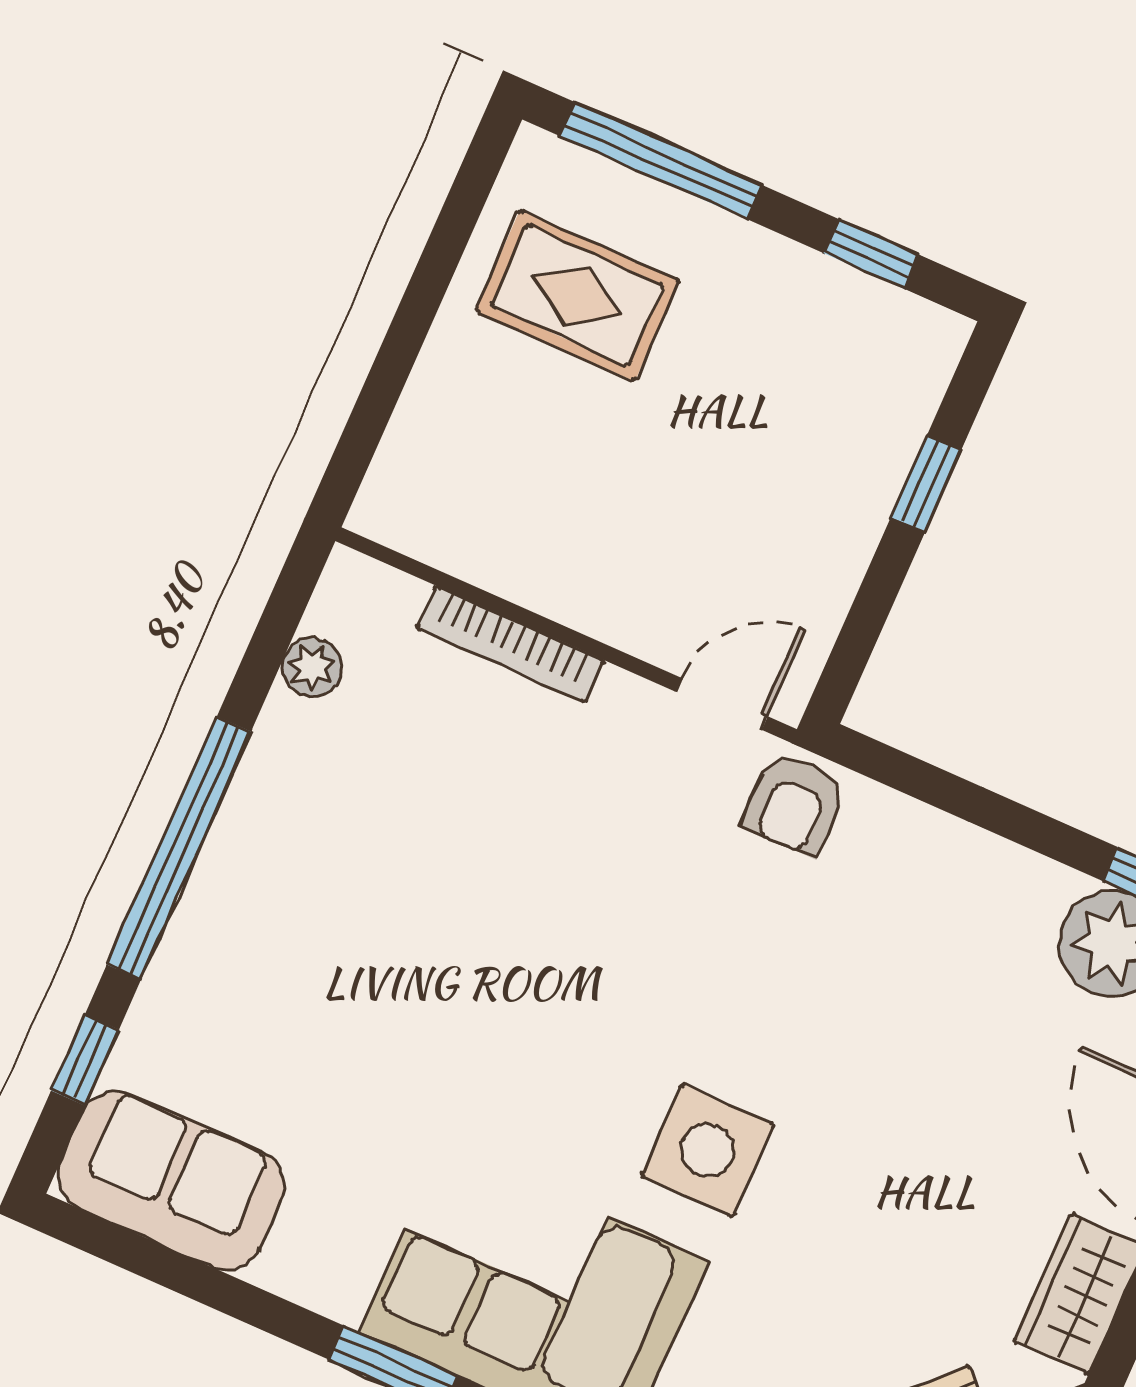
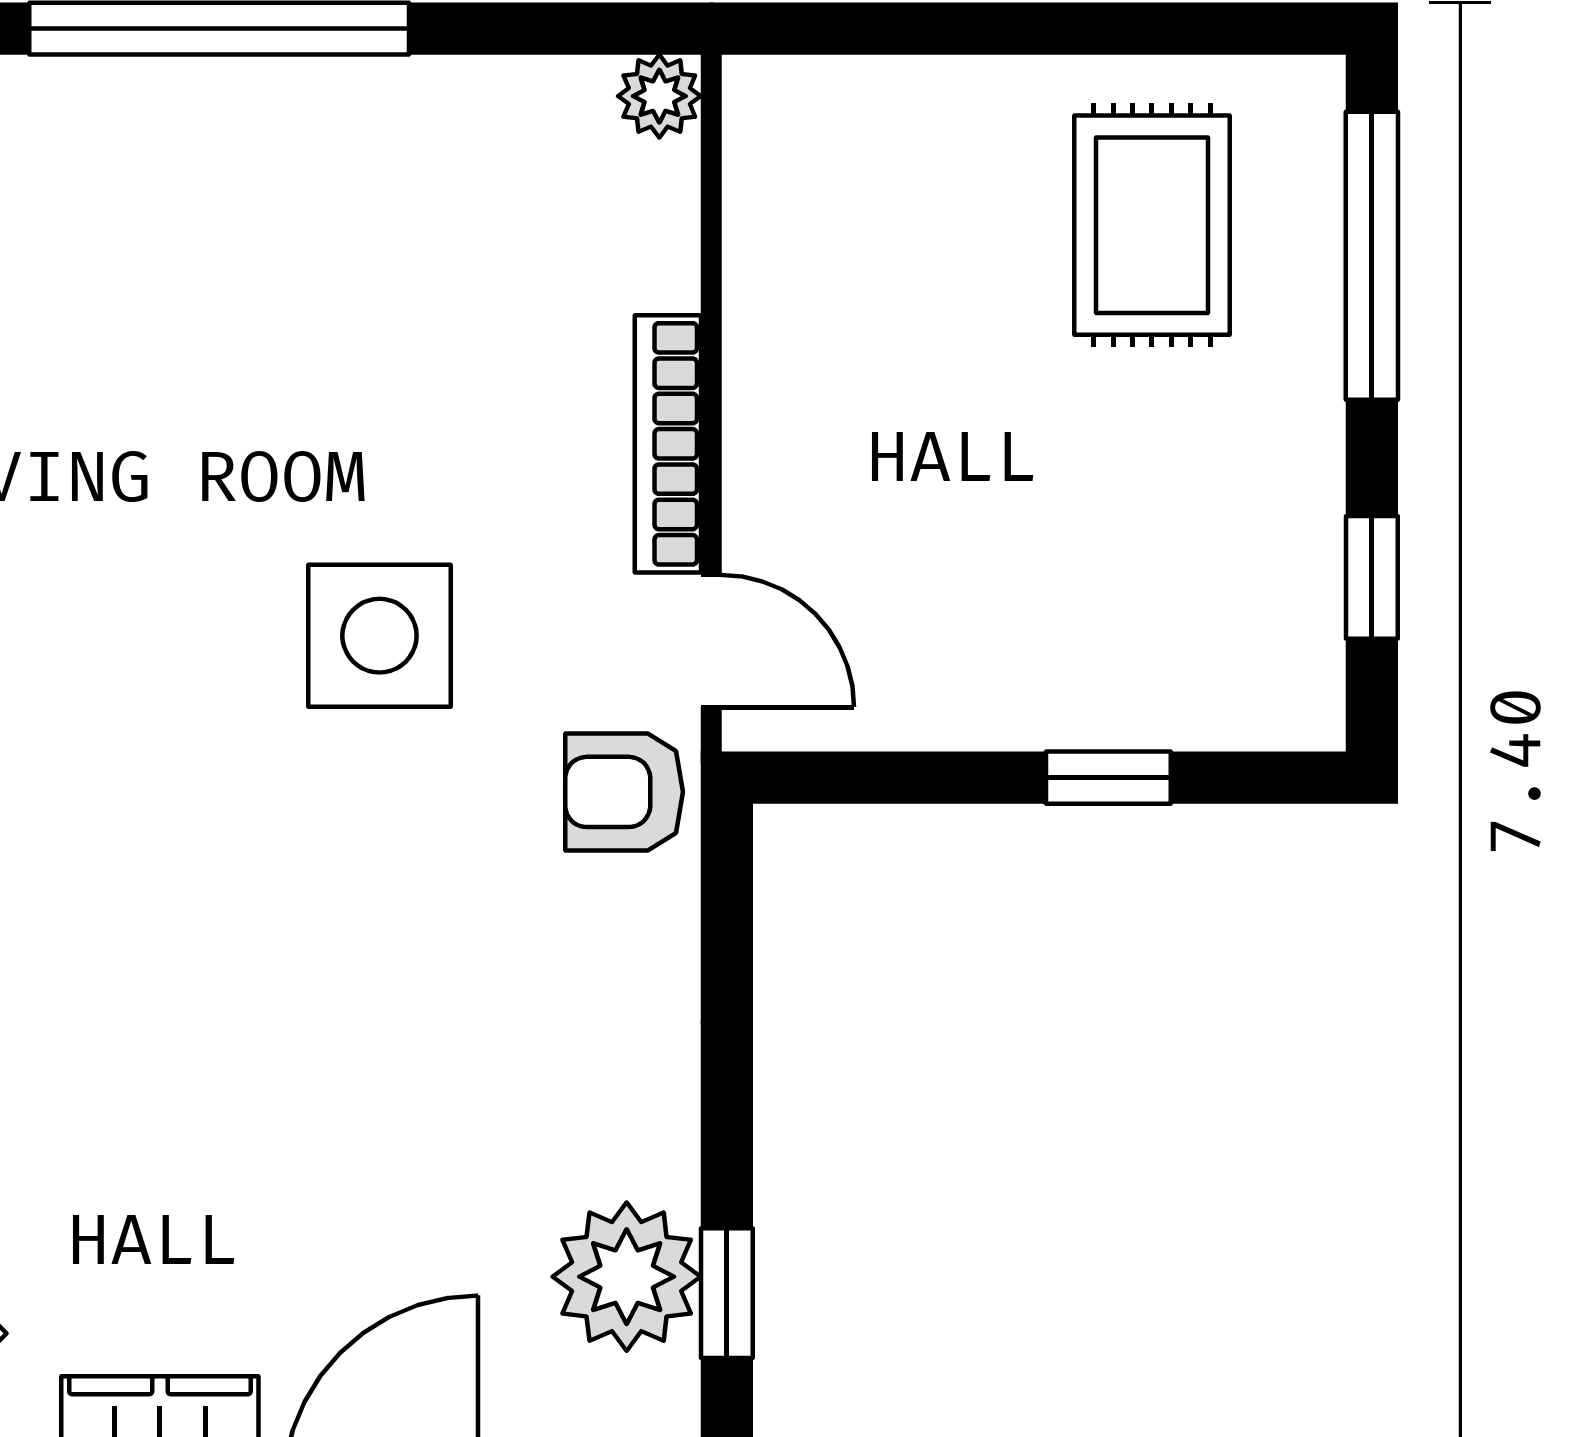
bookcase: (510, 644) -> (668, 444), moved
plant: (312, 667) -> (659, 96), moved
side table: (707, 1150) -> (379, 636), moved

